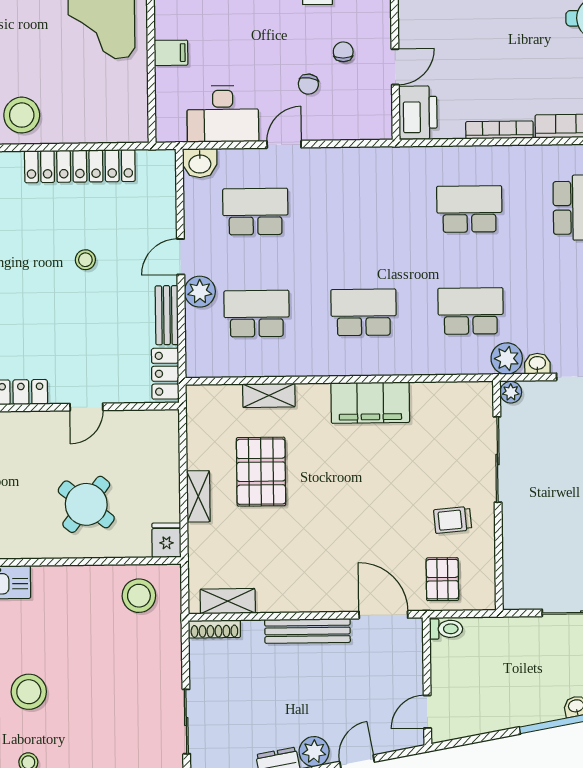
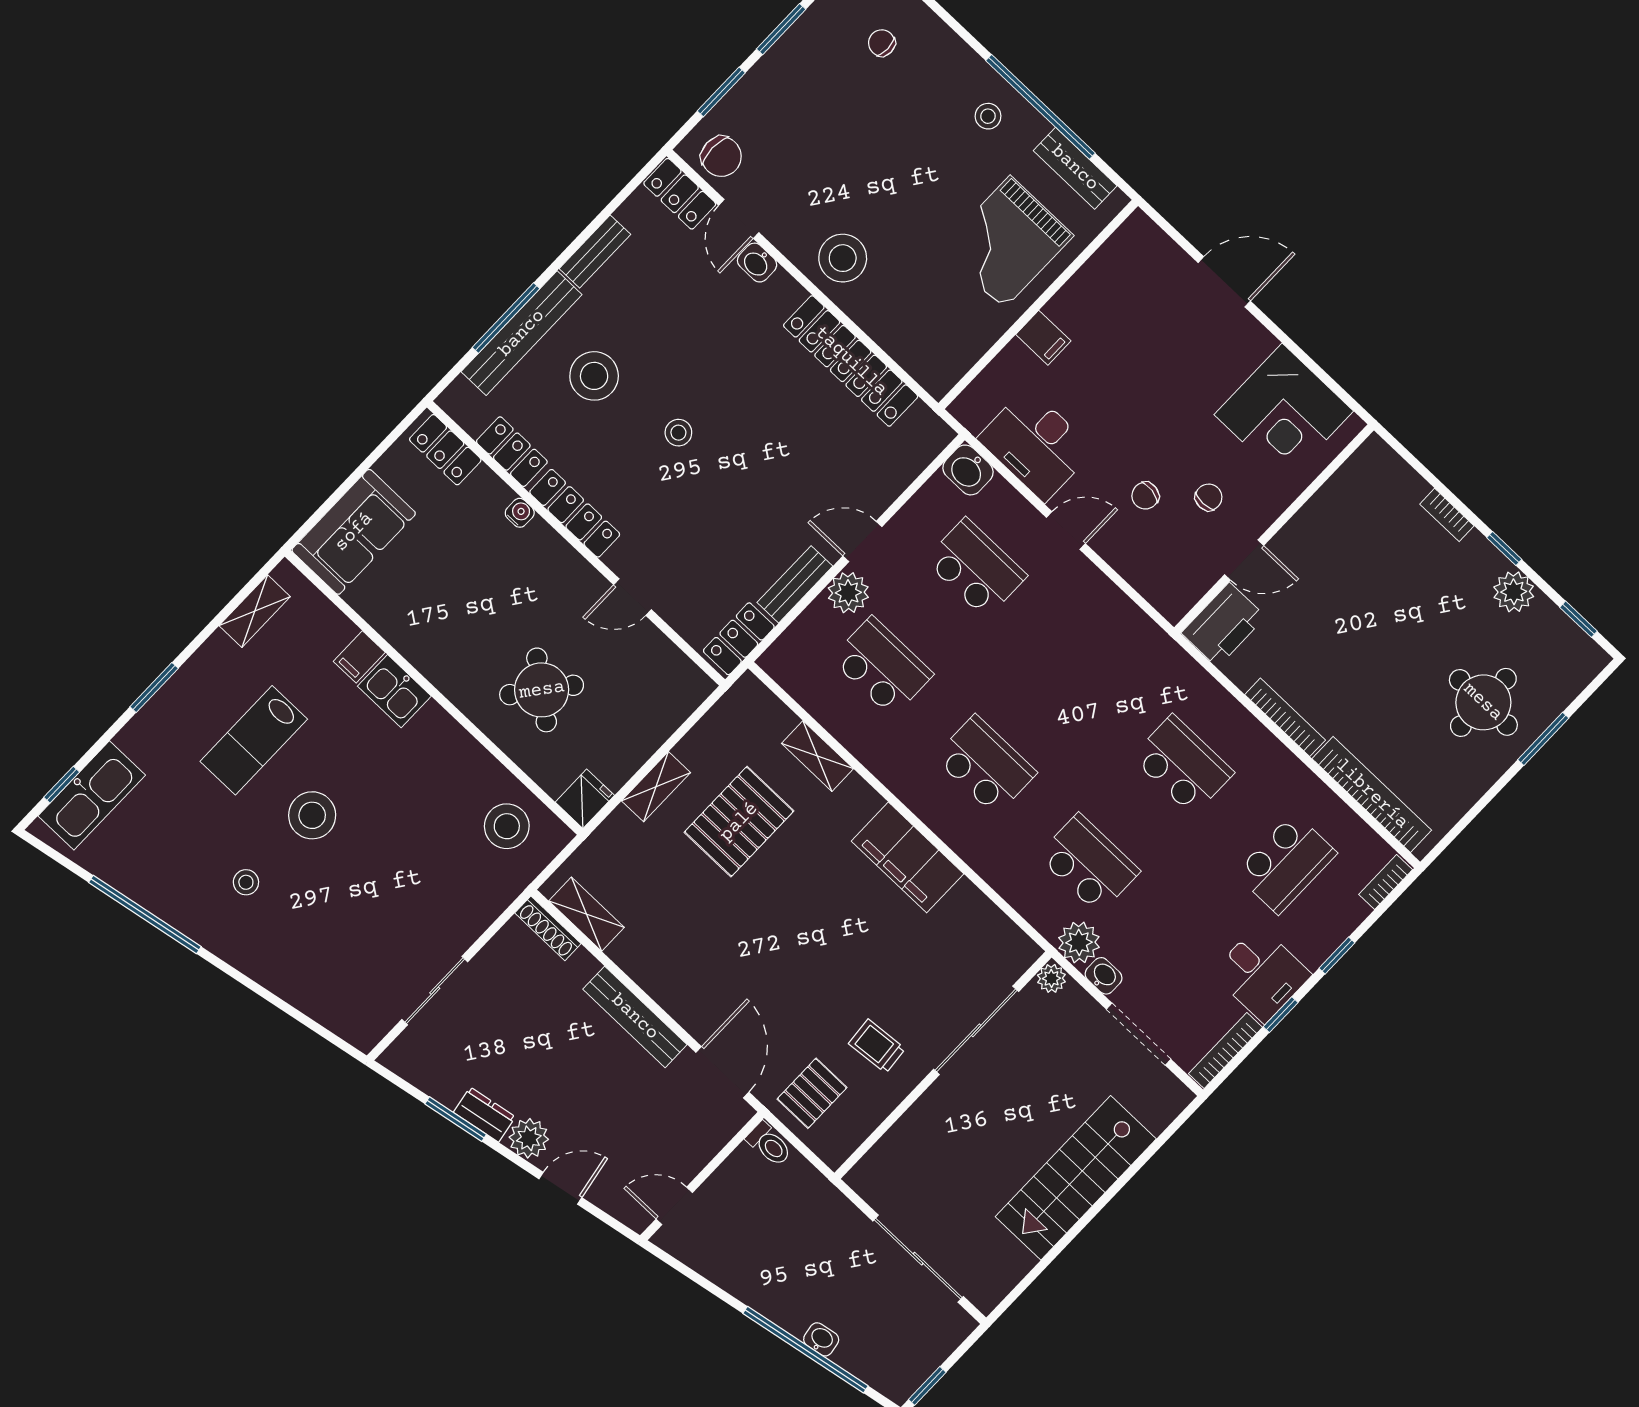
stool: (85, 260) -> (678, 433), moved

